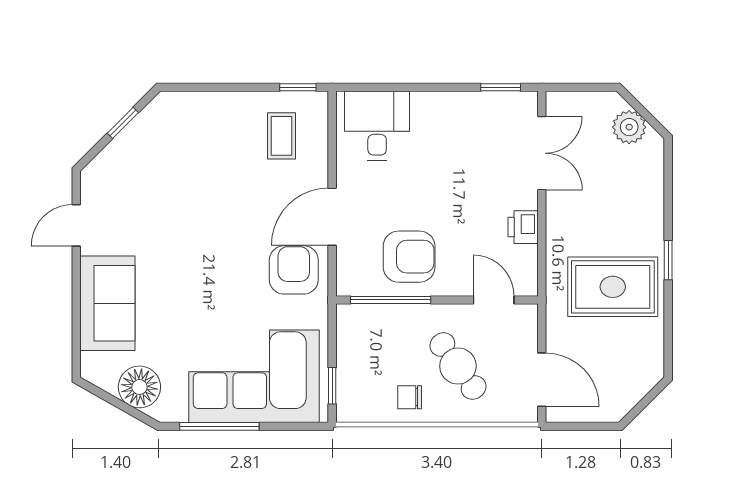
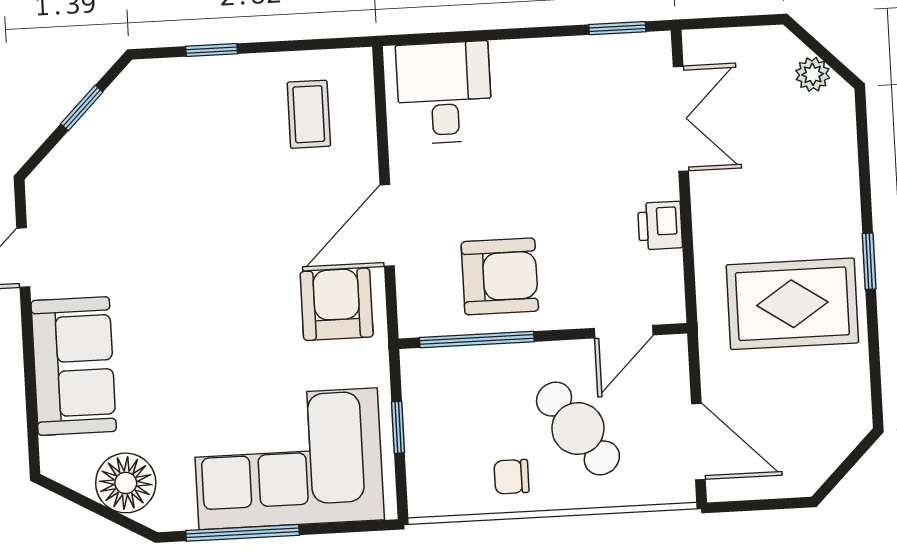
window: (298, 87) -> (212, 50), moved
plant: (629, 127) -> (813, 74), width x0.73, depth x0.73
door: (494, 300) -> (624, 332), swing flipped
window: (332, 386) -> (398, 427), moved

